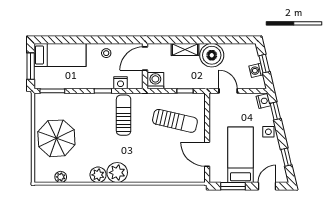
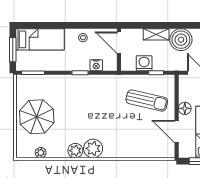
door: (145, 59) -> (119, 43), hinge flipped
washing machine: (155, 81) -> (144, 63), moved
sun lounger: (124, 115) -> (99, 95), removed
floor lamp: (216, 129) -> (185, 108), added

